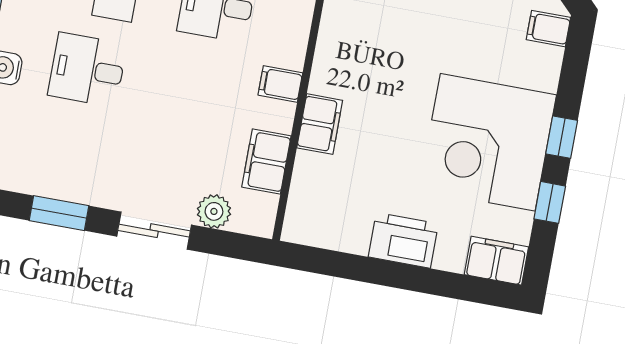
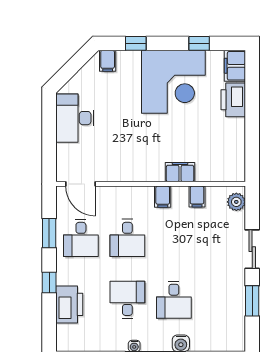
window: (562, 137) -> (136, 43), moved
filing cabinet: (266, 162) -> (197, 197), width x0.50
plant: (214, 211) -> (236, 202), moved
printer: (403, 240) -> (233, 100), moved

